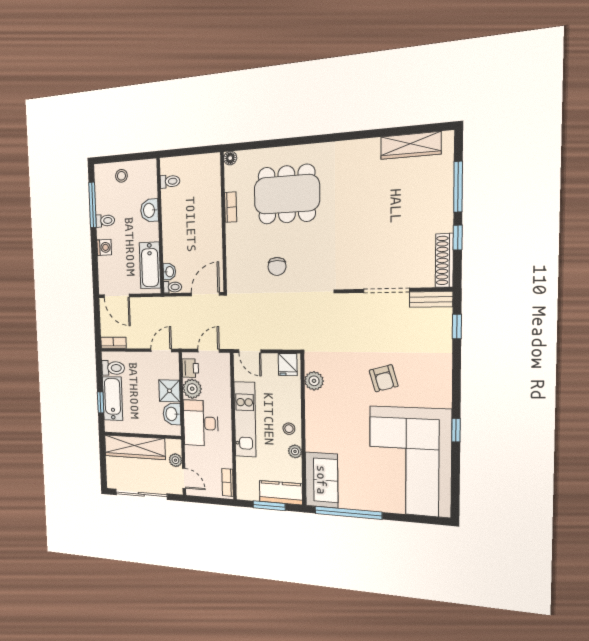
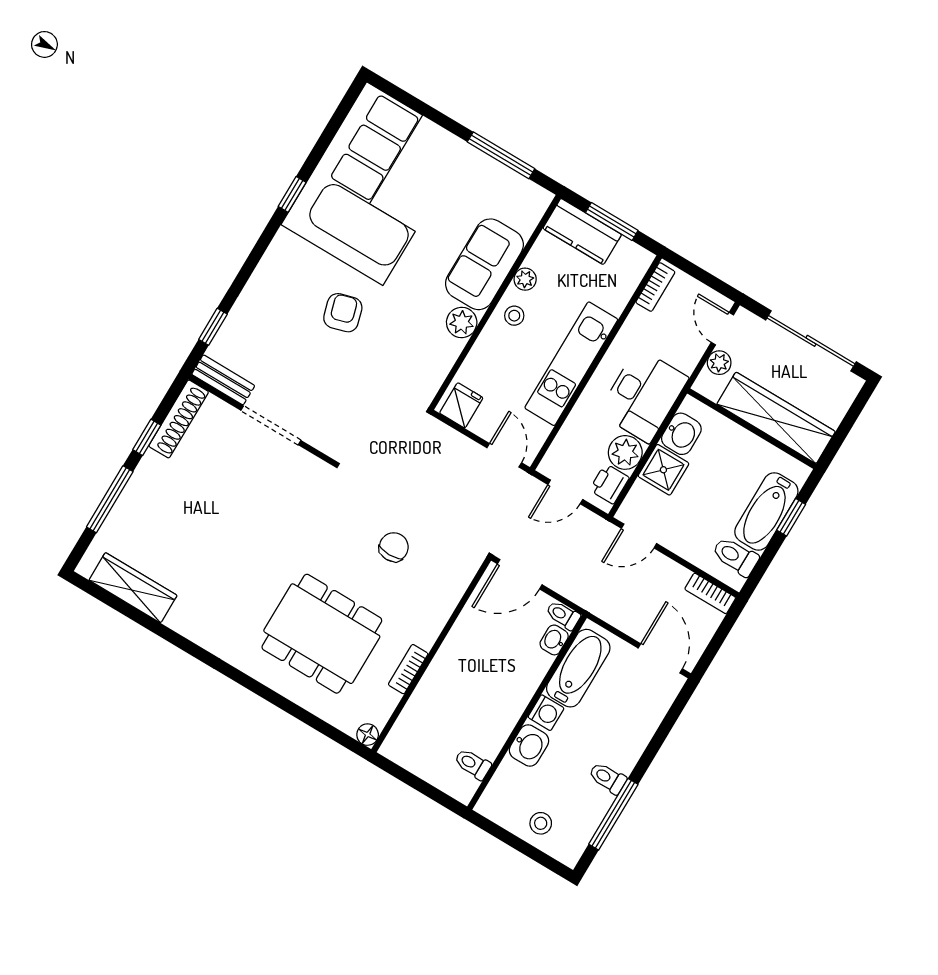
washing machine: (104, 247) -> (546, 713), moved, turned 180
plant: (314, 381) -> (462, 323), moved
sofa: (322, 480) -> (484, 264), moved
window: (348, 513) -> (501, 155), width x0.68

